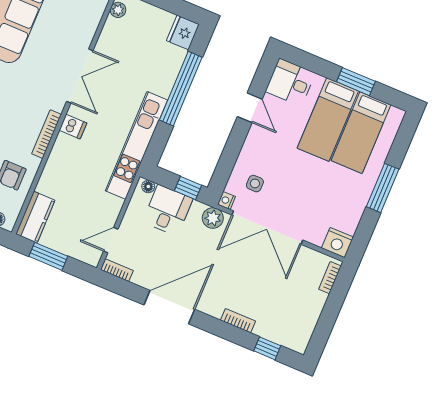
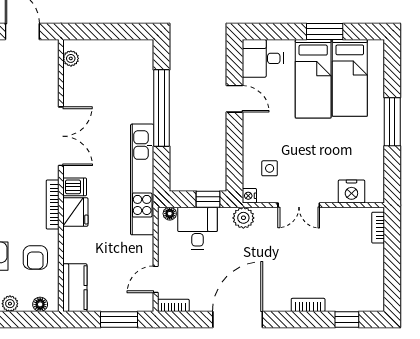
fridge: (183, 32) -> (75, 212), moved, turned 180
double door: (267, 228) -> (299, 205), width x0.54
nightstand: (338, 243) -> (351, 191), moved
window: (48, 256) -> (119, 320), moved

